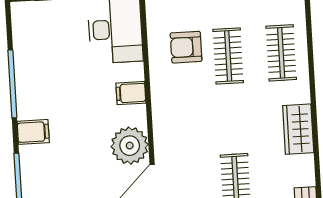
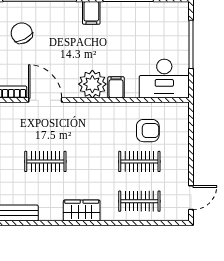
armchair: (186, 47) -> (148, 131), turned 90
plant: (130, 146) -> (92, 84), moved

